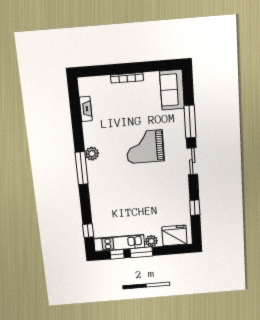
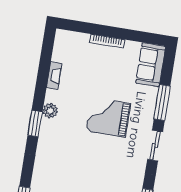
fireplace: (86, 109) -> (54, 76), moved
window: (82, 168) -> (35, 124), width x0.69

